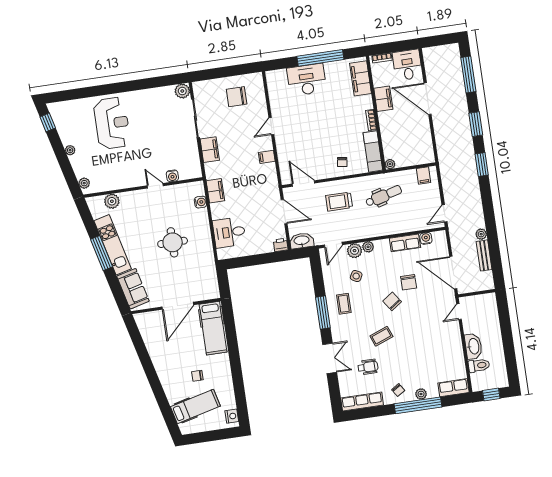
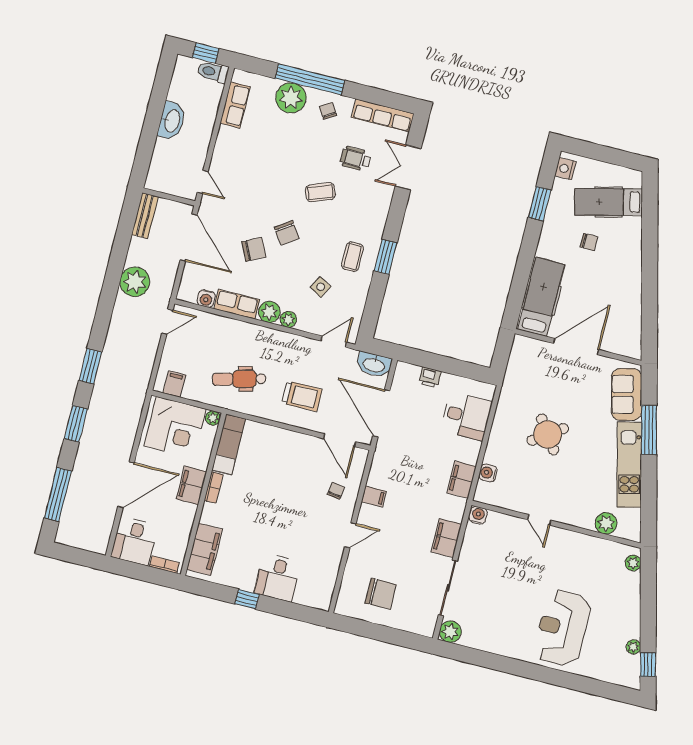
window: (320, 58) -> (247, 599), width x0.32
desk: (307, 80) -> (277, 577), width x0.73
filing cabinet: (383, 99) -> (191, 485), moved
door: (428, 99) -> (126, 485), hinge flipped
corner desk: (412, 148) -> (175, 427), added
plant: (70, 150) -> (633, 647), moved
chair: (342, 162) -> (336, 491), moved
water cooler: (172, 176) -> (478, 515), moved
door: (284, 212) -> (381, 413), width x1.36
plant: (481, 234) -> (135, 282), width x1.88, depth x1.88
round table: (173, 242) -> (548, 434), turned -35
printer: (281, 245) -> (430, 377), moved
plant: (355, 251) -> (269, 312), moved
window: (101, 253) -> (649, 430), moved
bench: (484, 255) -> (145, 216), moved
chair: (409, 282) -> (254, 249), turned 63
window: (323, 312) -> (386, 257), width x0.69
door: (459, 312) -> (203, 182), hinge flipped
washbasin: (473, 346) -> (172, 121), moved, turned 180
double door: (330, 358) -> (408, 167), moved
toilet: (479, 365) -> (213, 72), moved
window: (239, 387) -> (540, 204), added
row of seats: (454, 388) -> (235, 105), moved, turned -90
plant: (421, 394) -> (291, 98), width x1.87, depth x1.87

